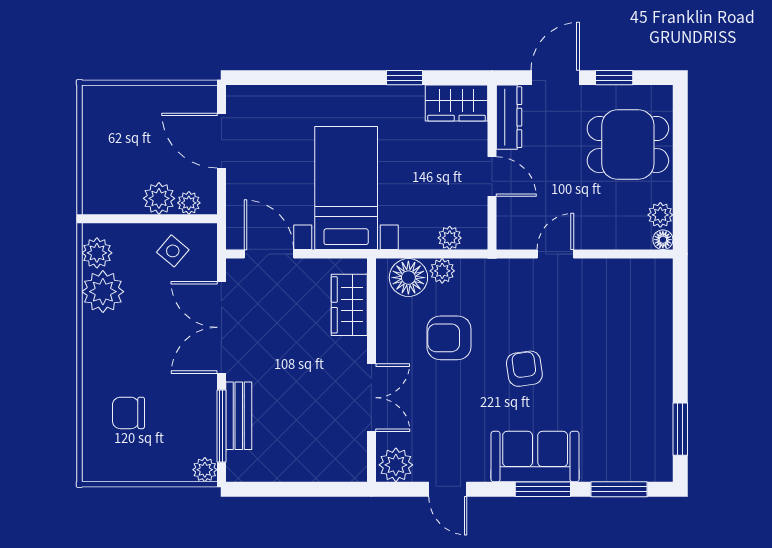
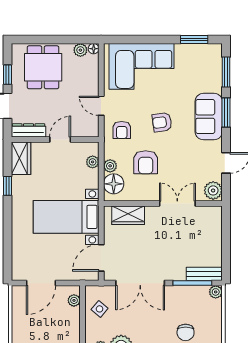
plant: (159, 198) -> (72, 316), removed
armchair: (510, 293) -> (122, 130), added
corner sofa: (629, 330) -> (142, 66), added
bench: (239, 416) -> (204, 274), moved

